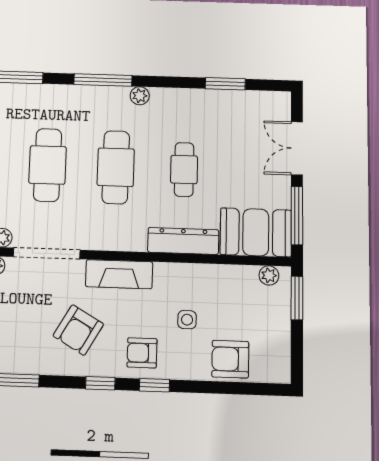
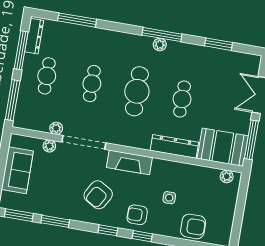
window: (103, 80) -> (162, 35), moved
cafe table: (48, 165) -> (92, 84), width x0.73, depth x0.74
window: (297, 298) -> (242, 193), removed
armchair: (230, 359) -> (193, 226), turned 180

